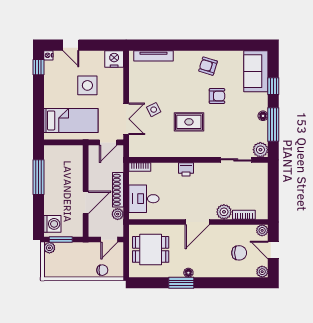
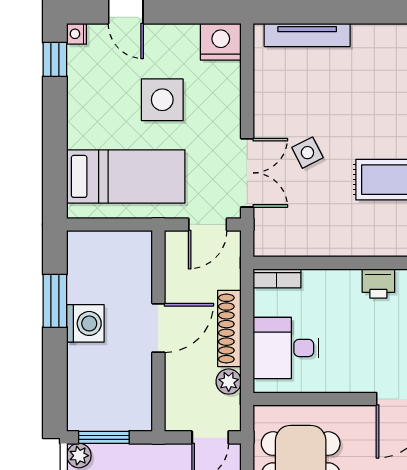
window: (38, 177) -> (55, 301), width x0.69
door: (86, 202) -> (158, 328), moved
washing machine: (52, 224) -> (85, 323), moved

